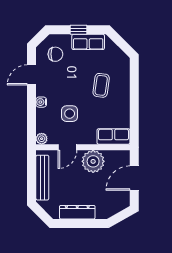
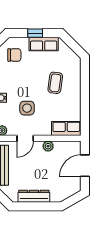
plant: (93, 161) -> (48, 146), width x0.53, depth x0.53

